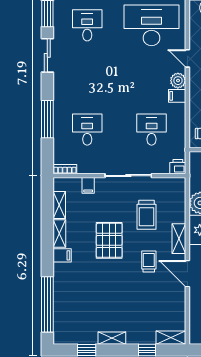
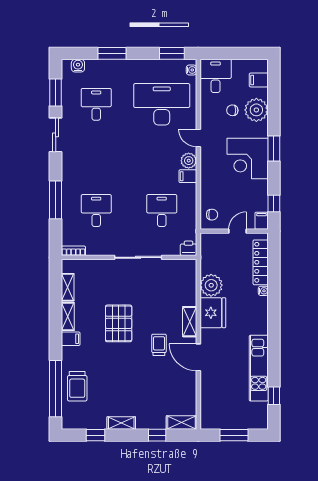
filing cabinet: (88, 185) -> (97, 267), removed
trolley: (147, 215) -> (77, 386), moved

